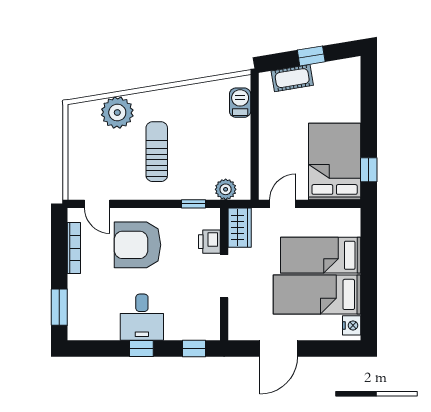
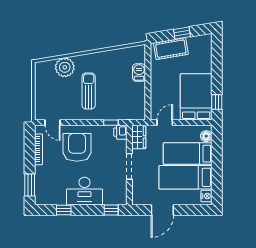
cot: (292, 78) -> (171, 49), width x1.37, depth x1.34
barbecue: (240, 103) -> (139, 73), moved
plant: (226, 189) -> (130, 114), removed
floor lamp: (351, 226) -> (206, 136), added
printer: (209, 242) -> (120, 132), moved
armchair: (137, 245) -> (77, 147), turned 90
desk: (142, 317) -> (84, 191), width x1.37
window: (141, 348) -> (64, 210), moved

